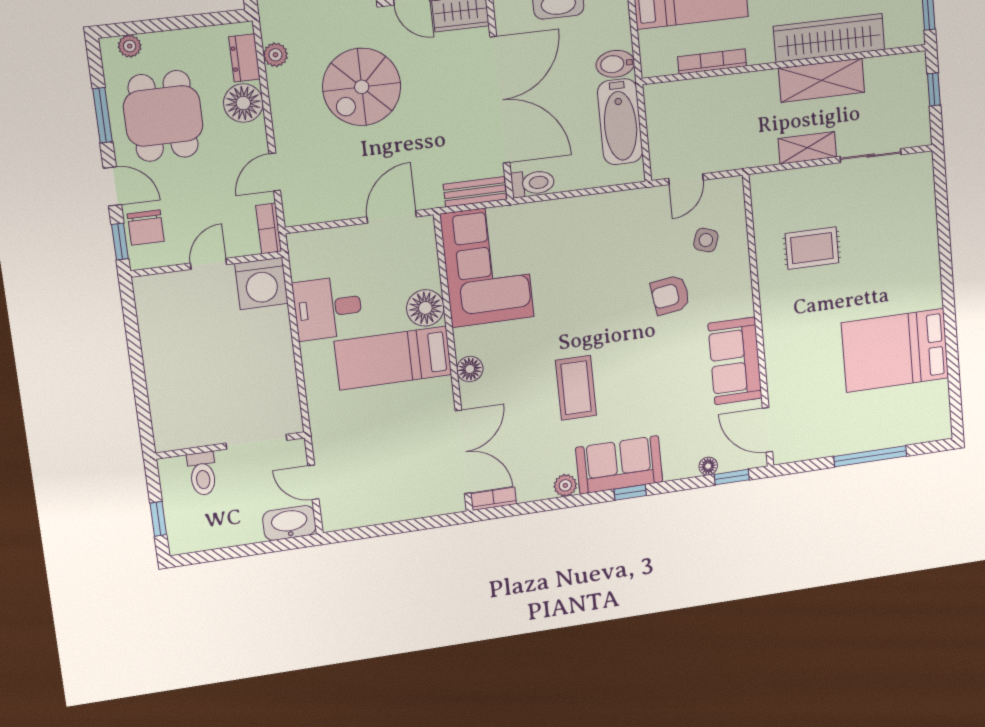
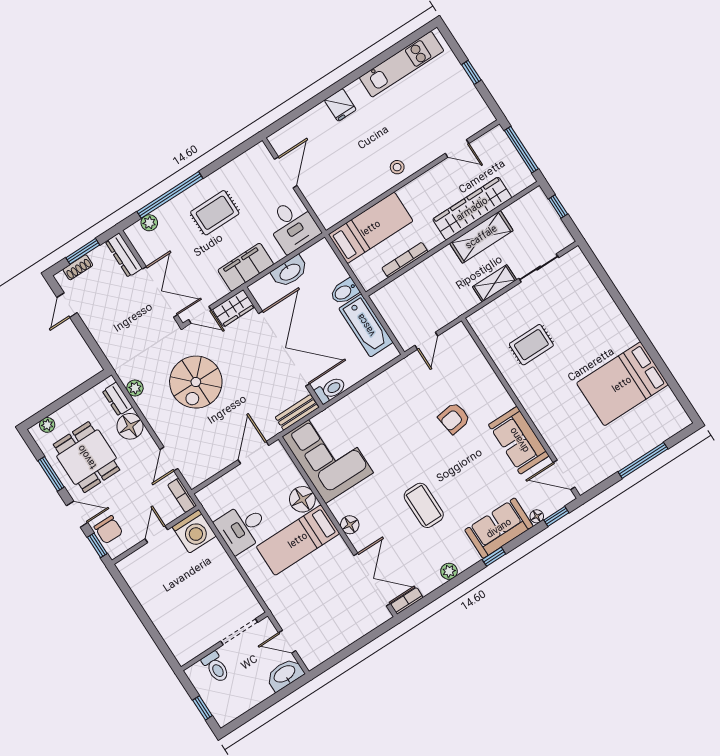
side table: (706, 240) -> (459, 373), removed
sofa: (619, 465) -> (499, 528), moved

